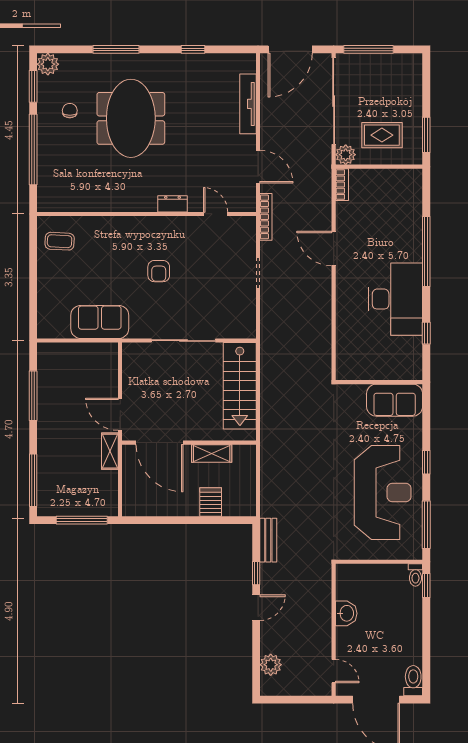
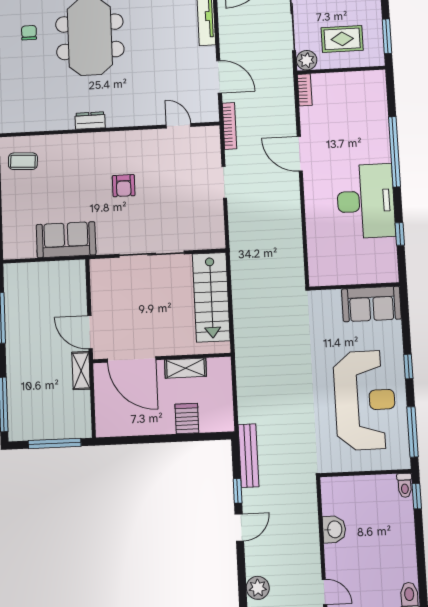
dresser: (173, 204) -> (90, 120), moved
bench: (268, 540) -> (249, 456), width x1.36

